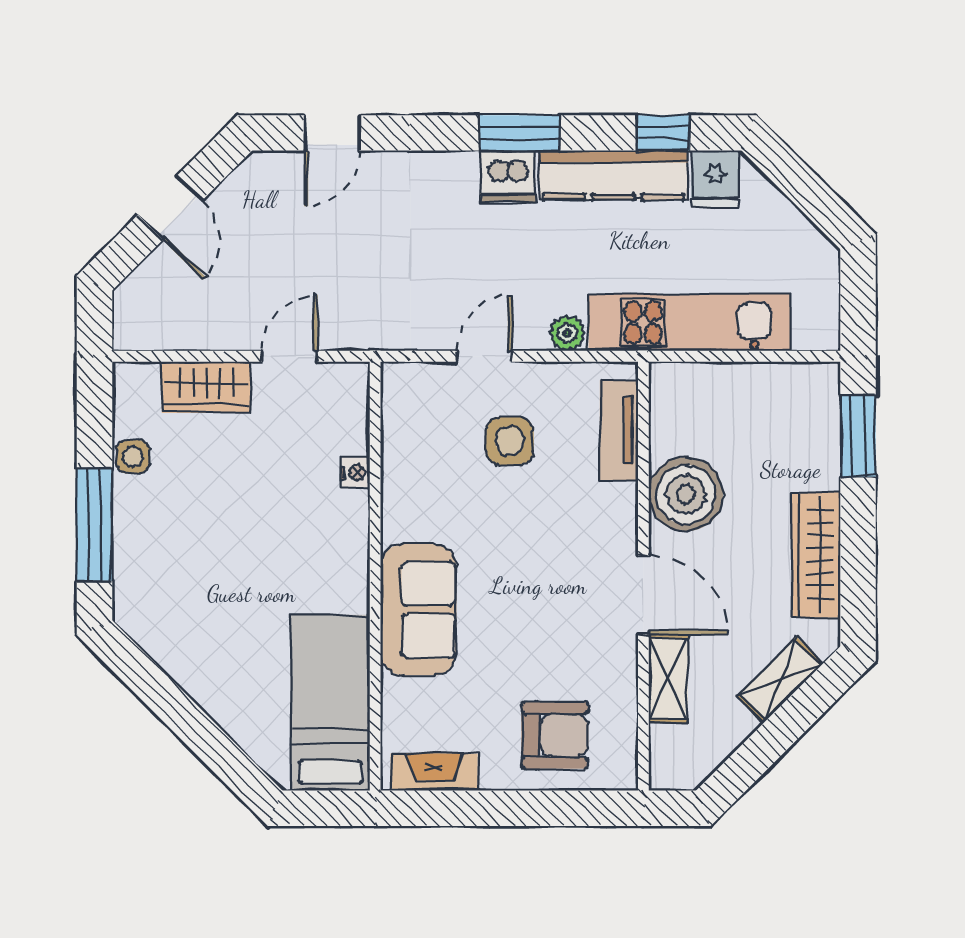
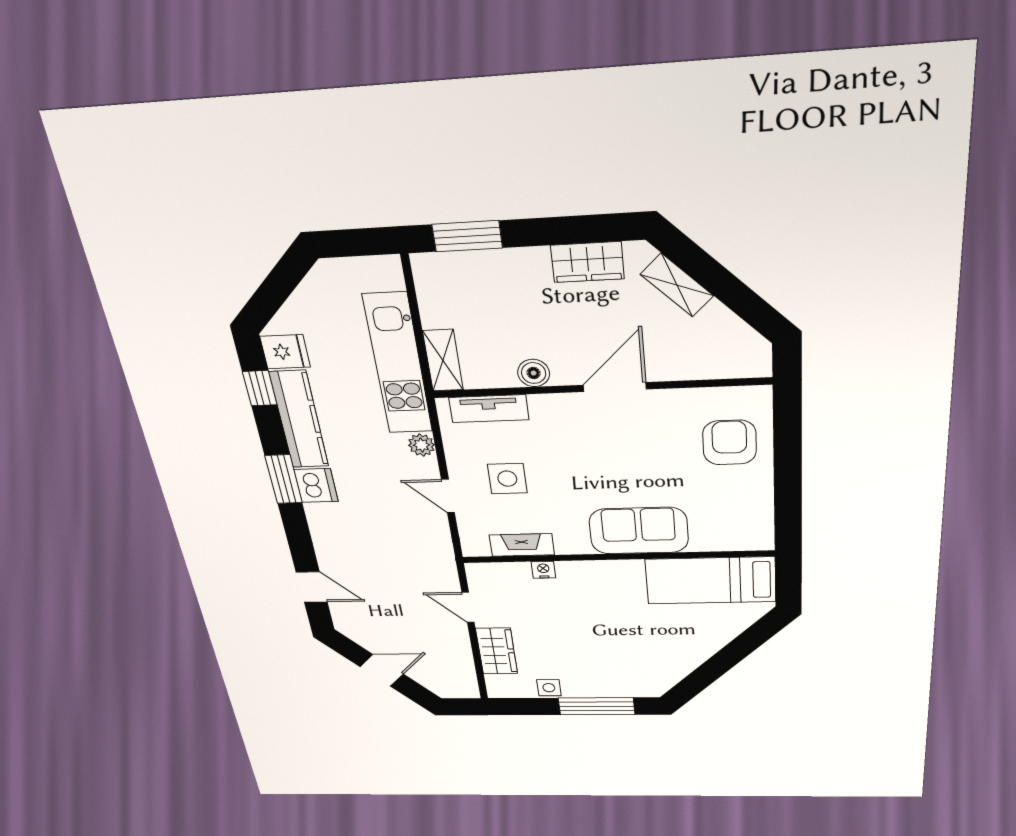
boiler: (686, 494) -> (534, 373), width x0.54, depth x0.54
wardrobe: (816, 555) -> (587, 262), width x0.67
shelving: (668, 679) -> (443, 360), moved, turned 90
fireplace: (434, 772) -> (522, 545), moved, turned 90

